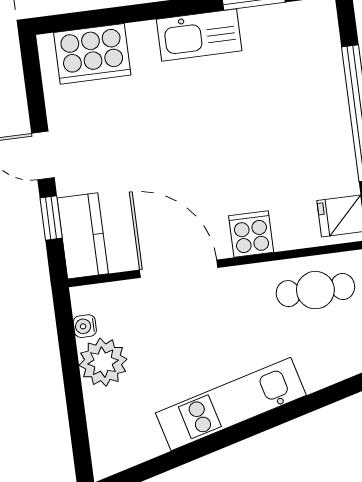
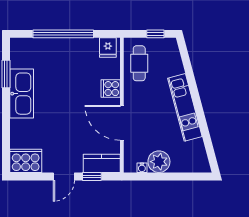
kitchen sink: (199, 35) -> (22, 94), width x1.36, depth x1.24
cooker: (92, 54) -> (26, 161), moved, turned -90
door: (179, 269) -> (122, 123), hinge flipped

